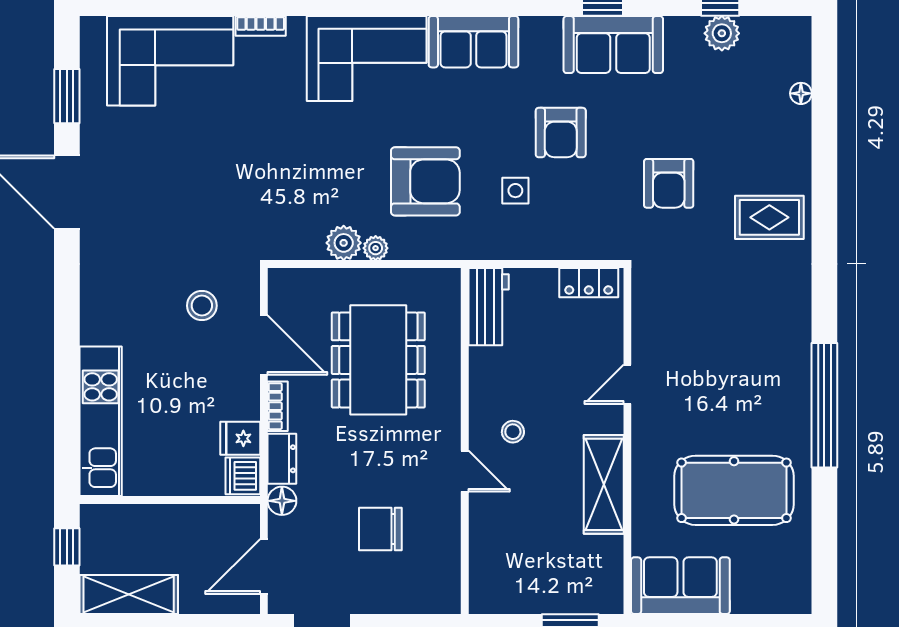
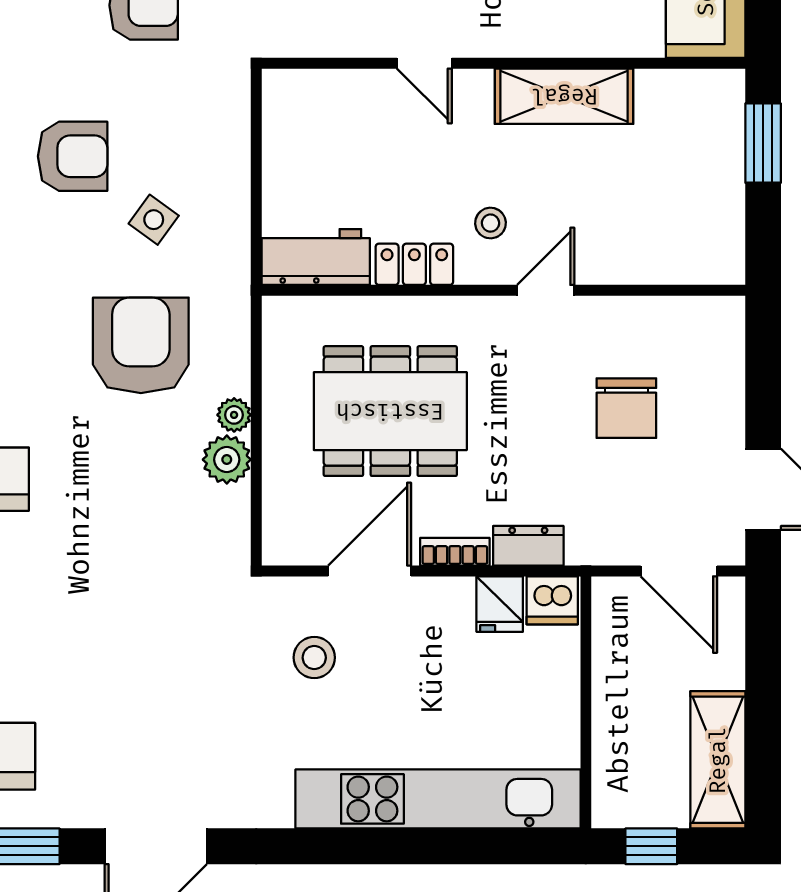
side table: (515, 191) -> (154, 220), turned 36
locker: (589, 283) -> (414, 264), moved, turned -90
kitchen unit: (101, 421) -> (438, 799), width x1.36
floor lamp: (282, 501) -> (587, 546), removed

